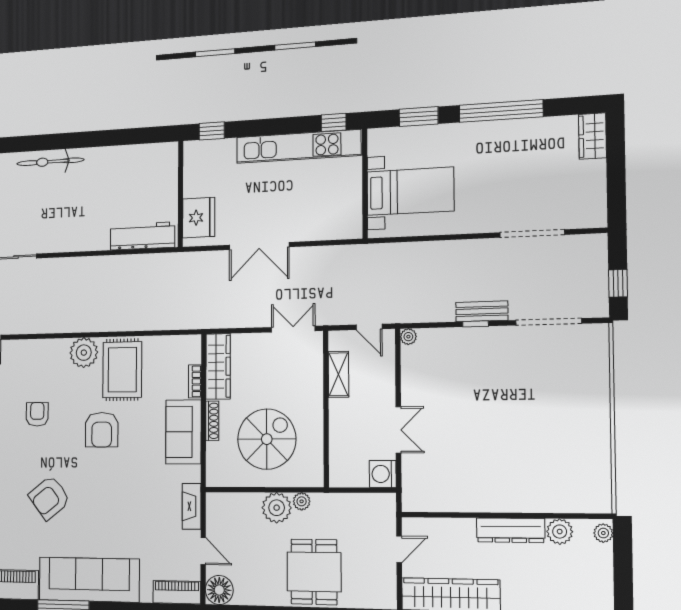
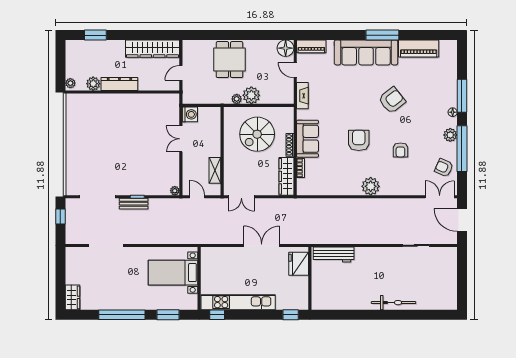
rug: (122, 370) -> (346, 176), removed

